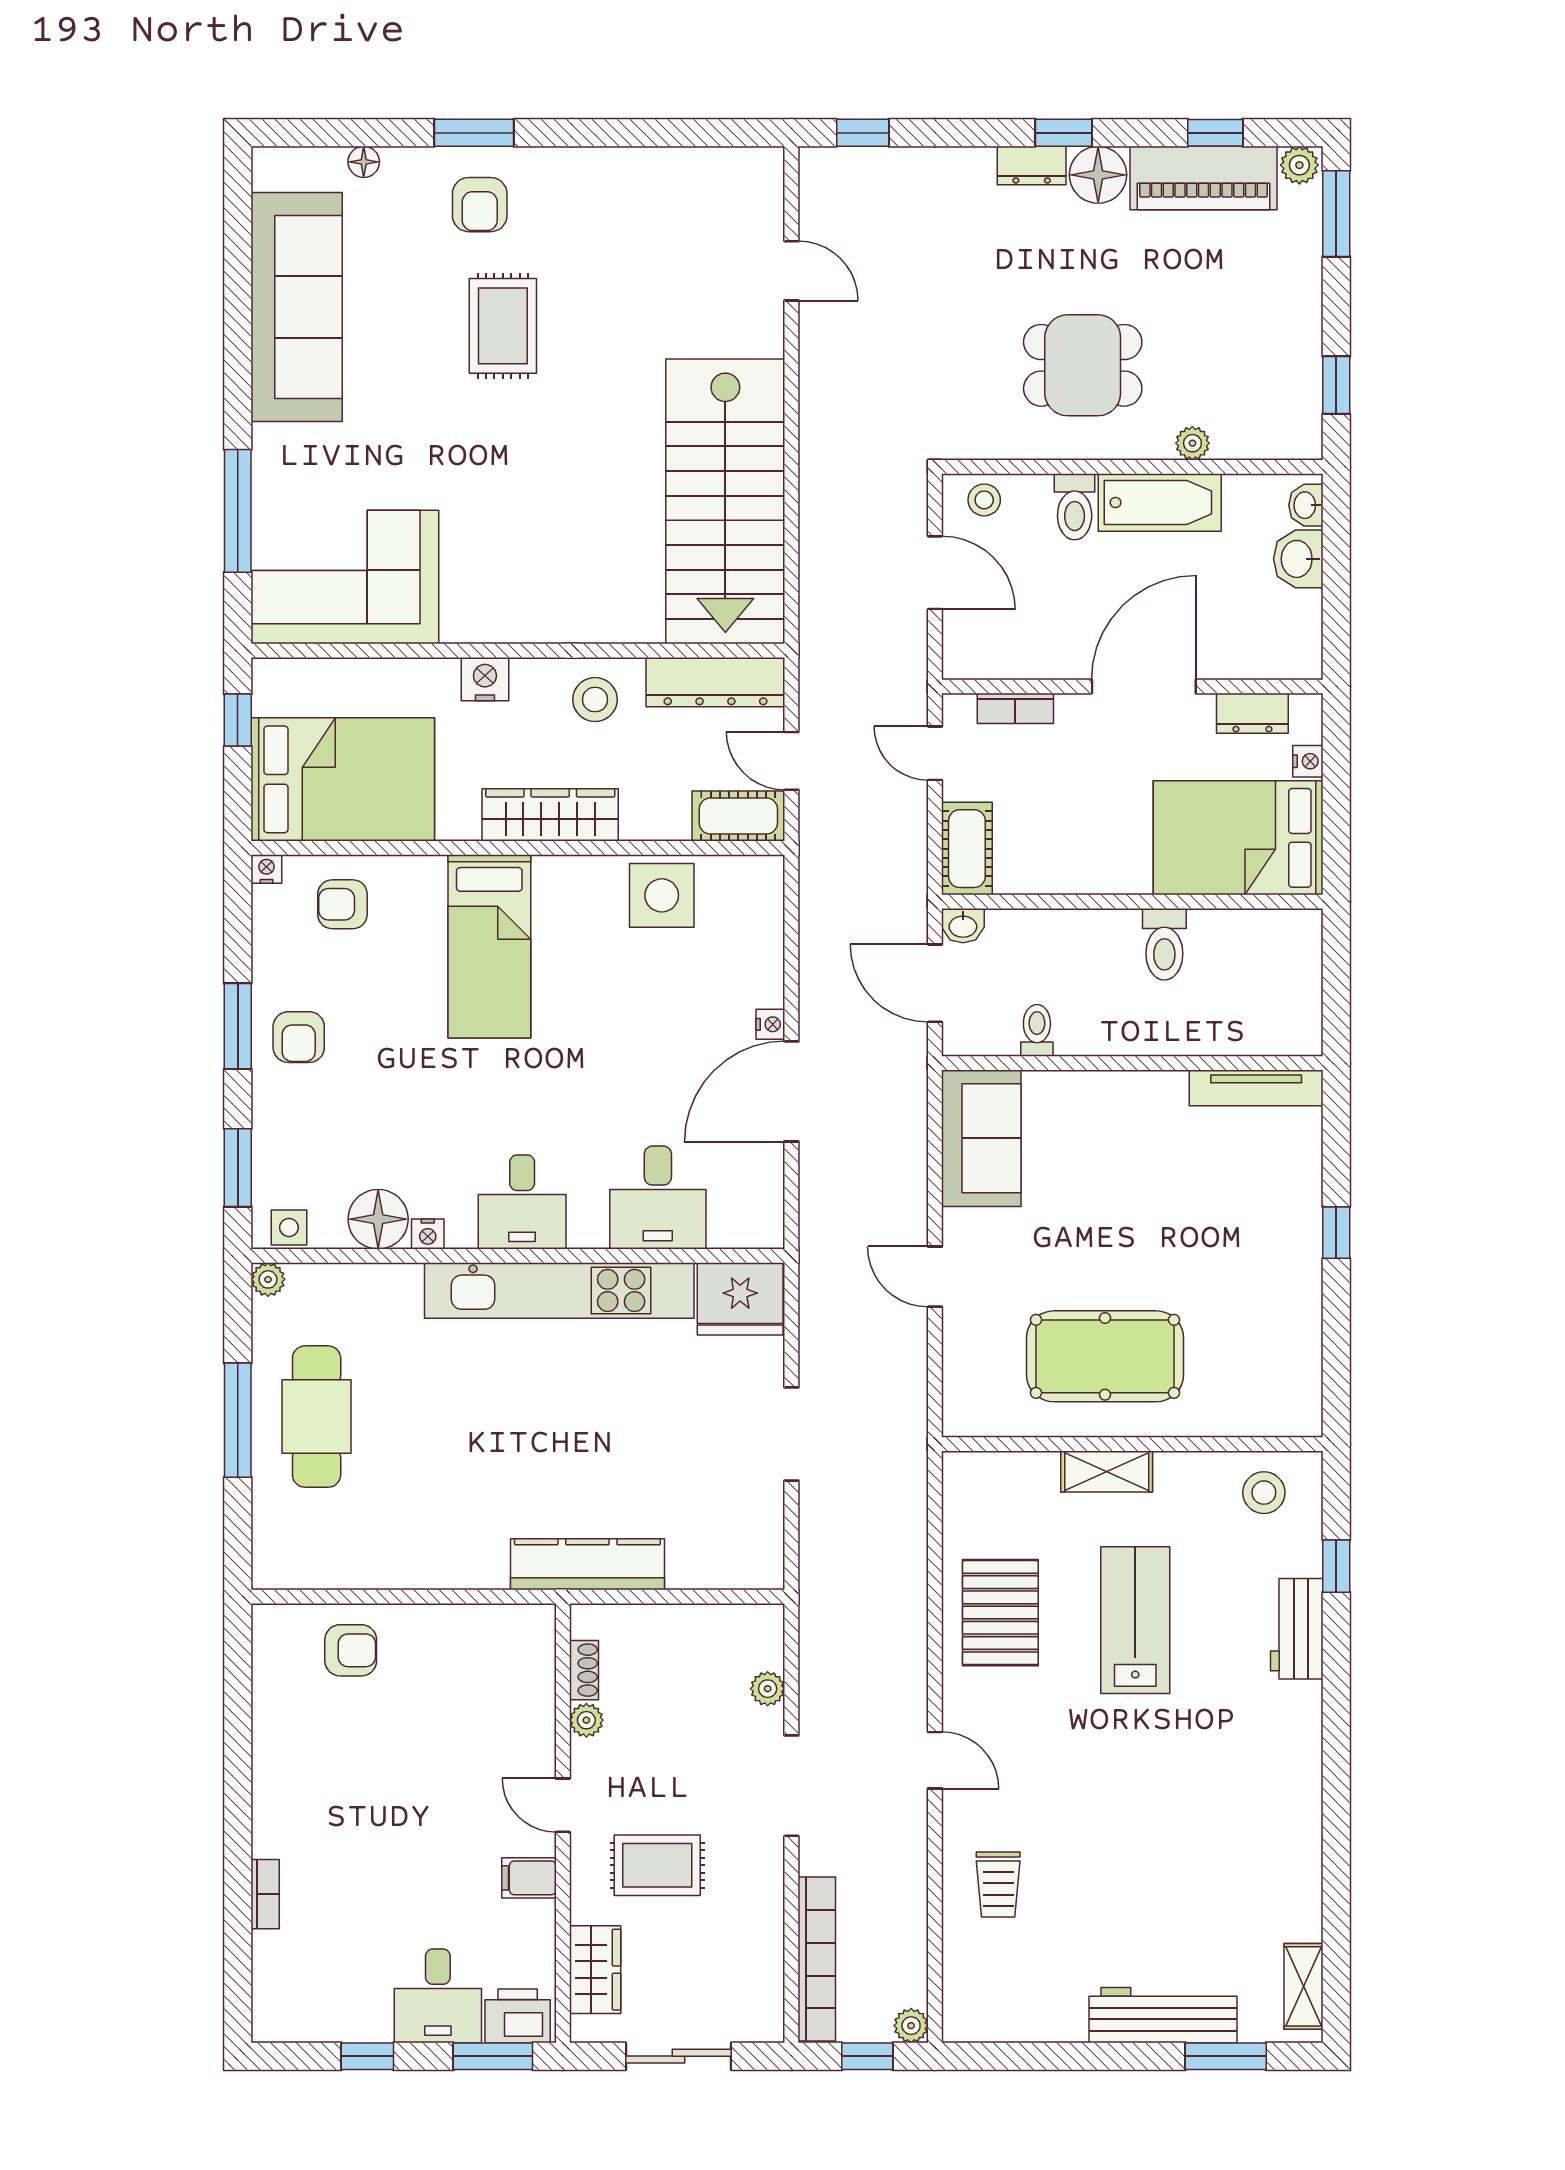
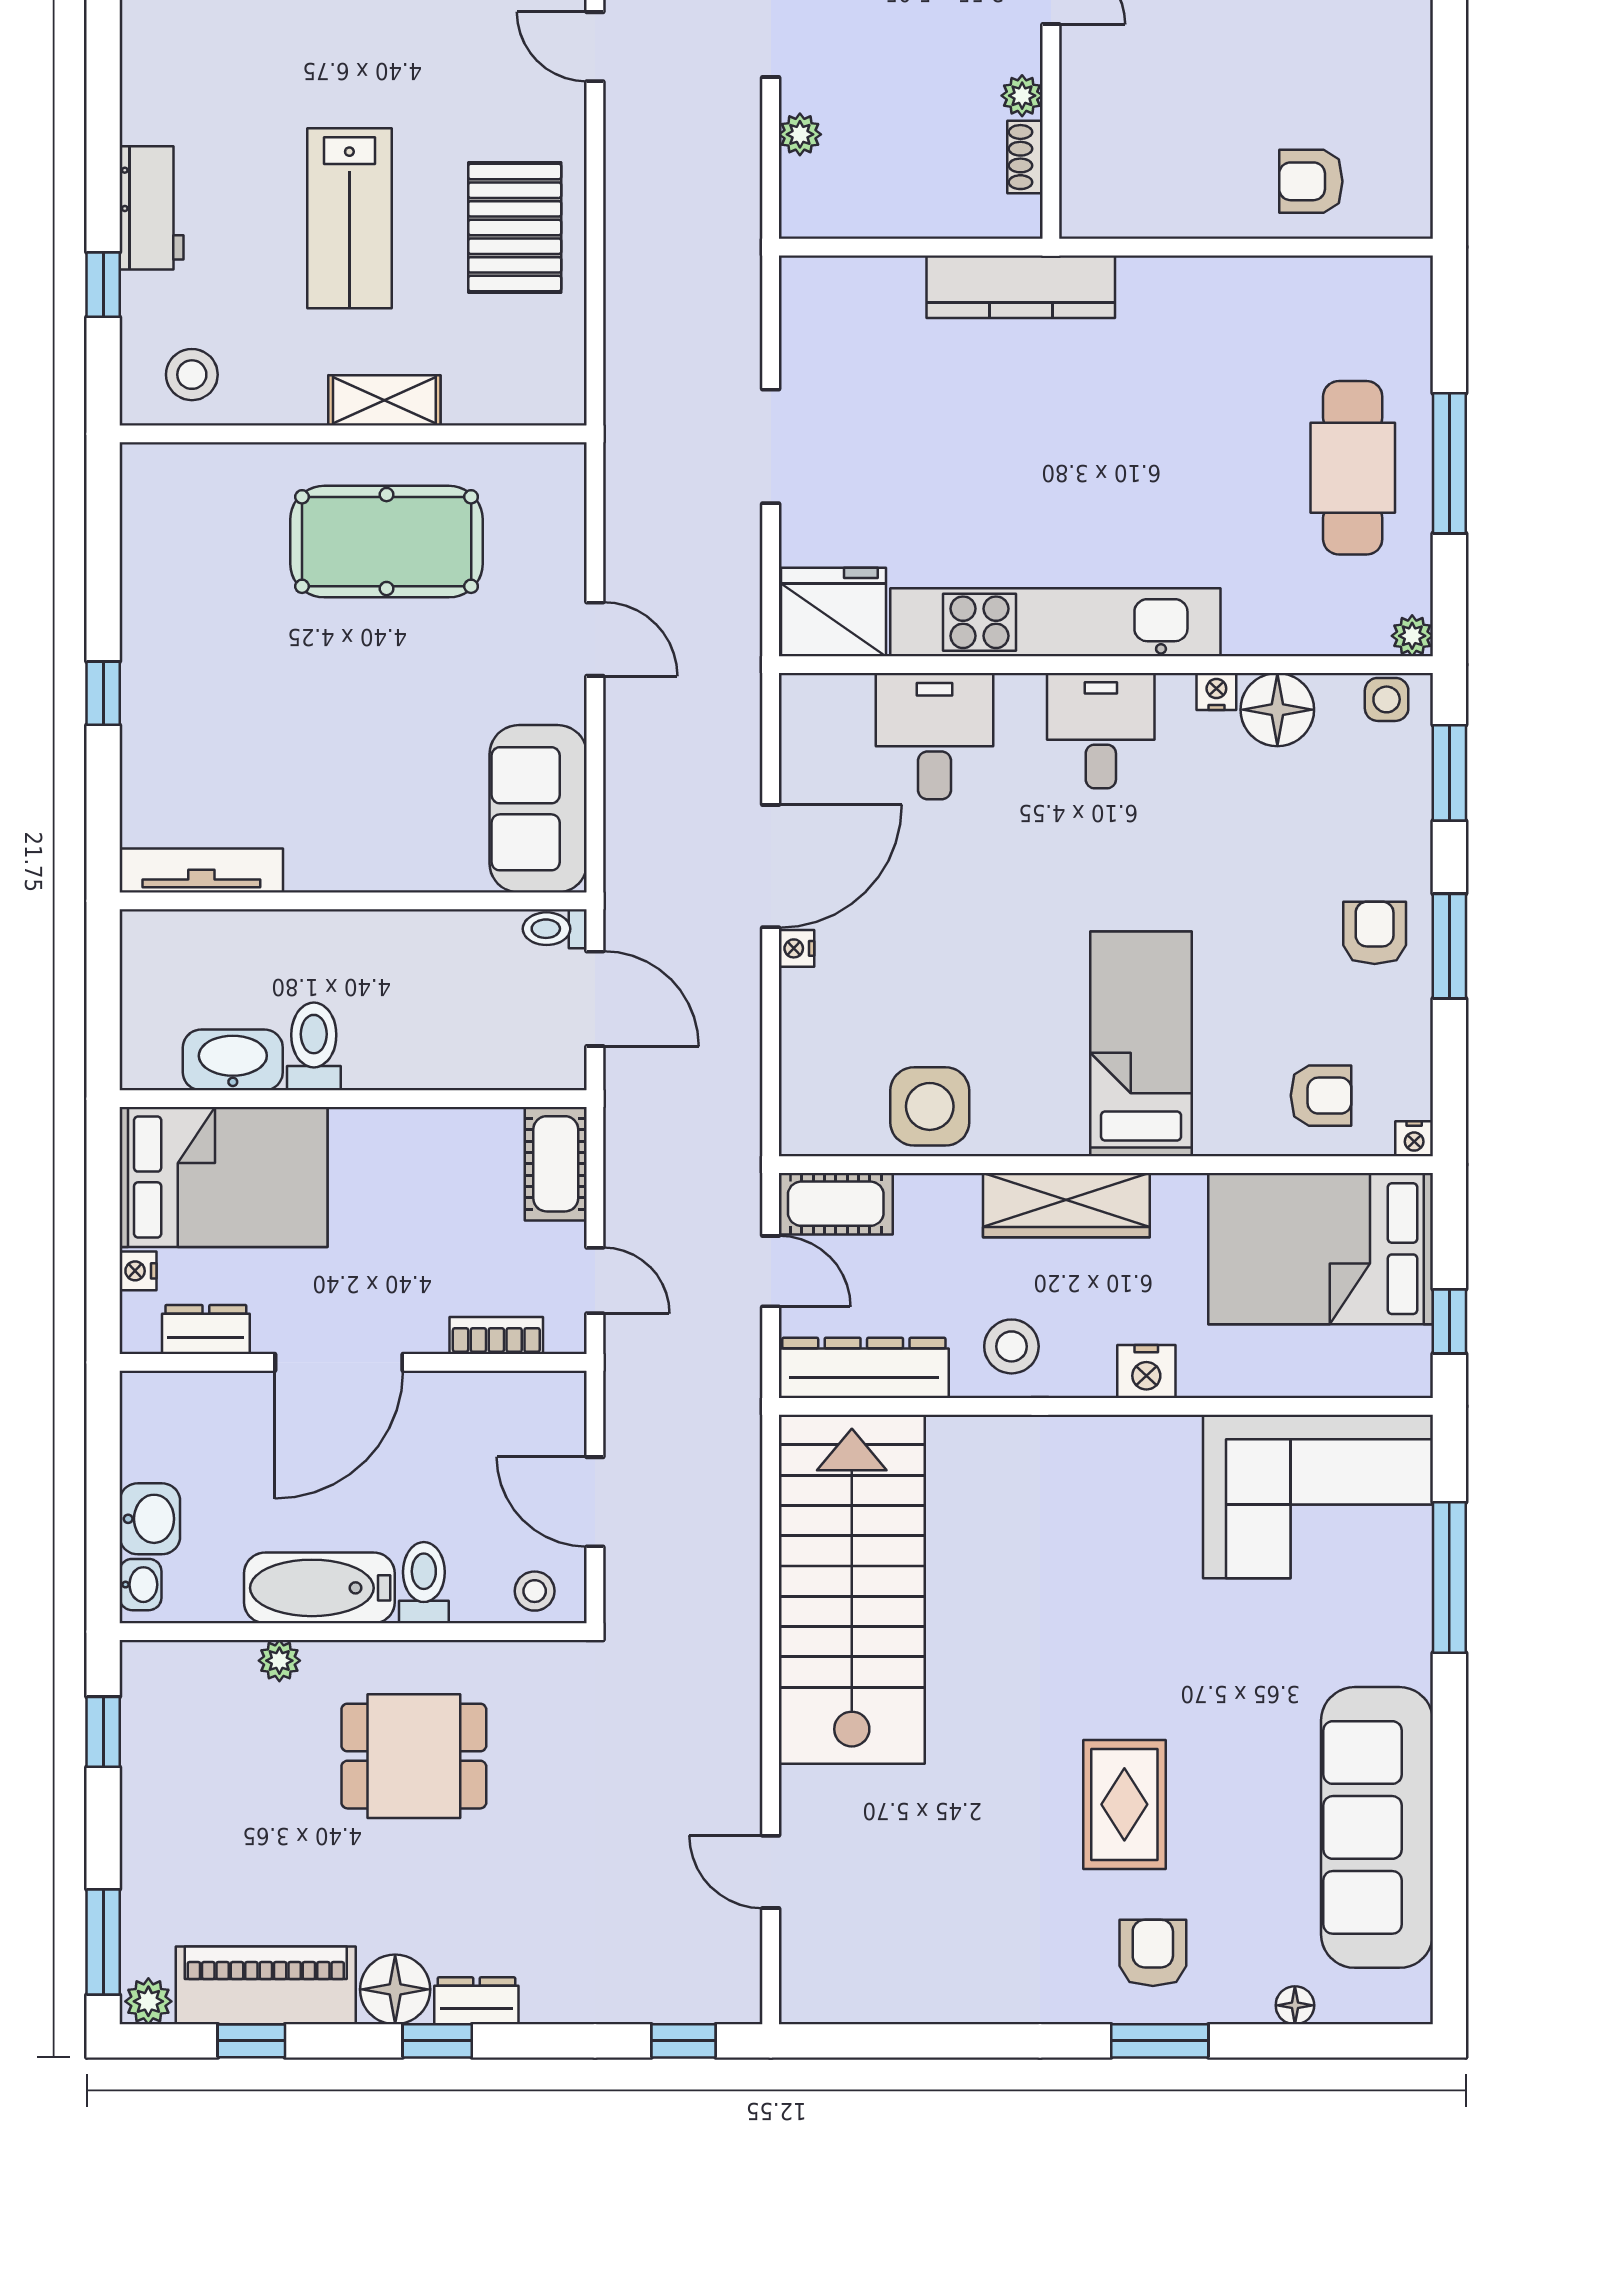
washbasin: (963, 926) -> (233, 1060), moved, width x1.91, depth x1.45
toilet: (1037, 1030) -> (555, 929), moved, turned 90

